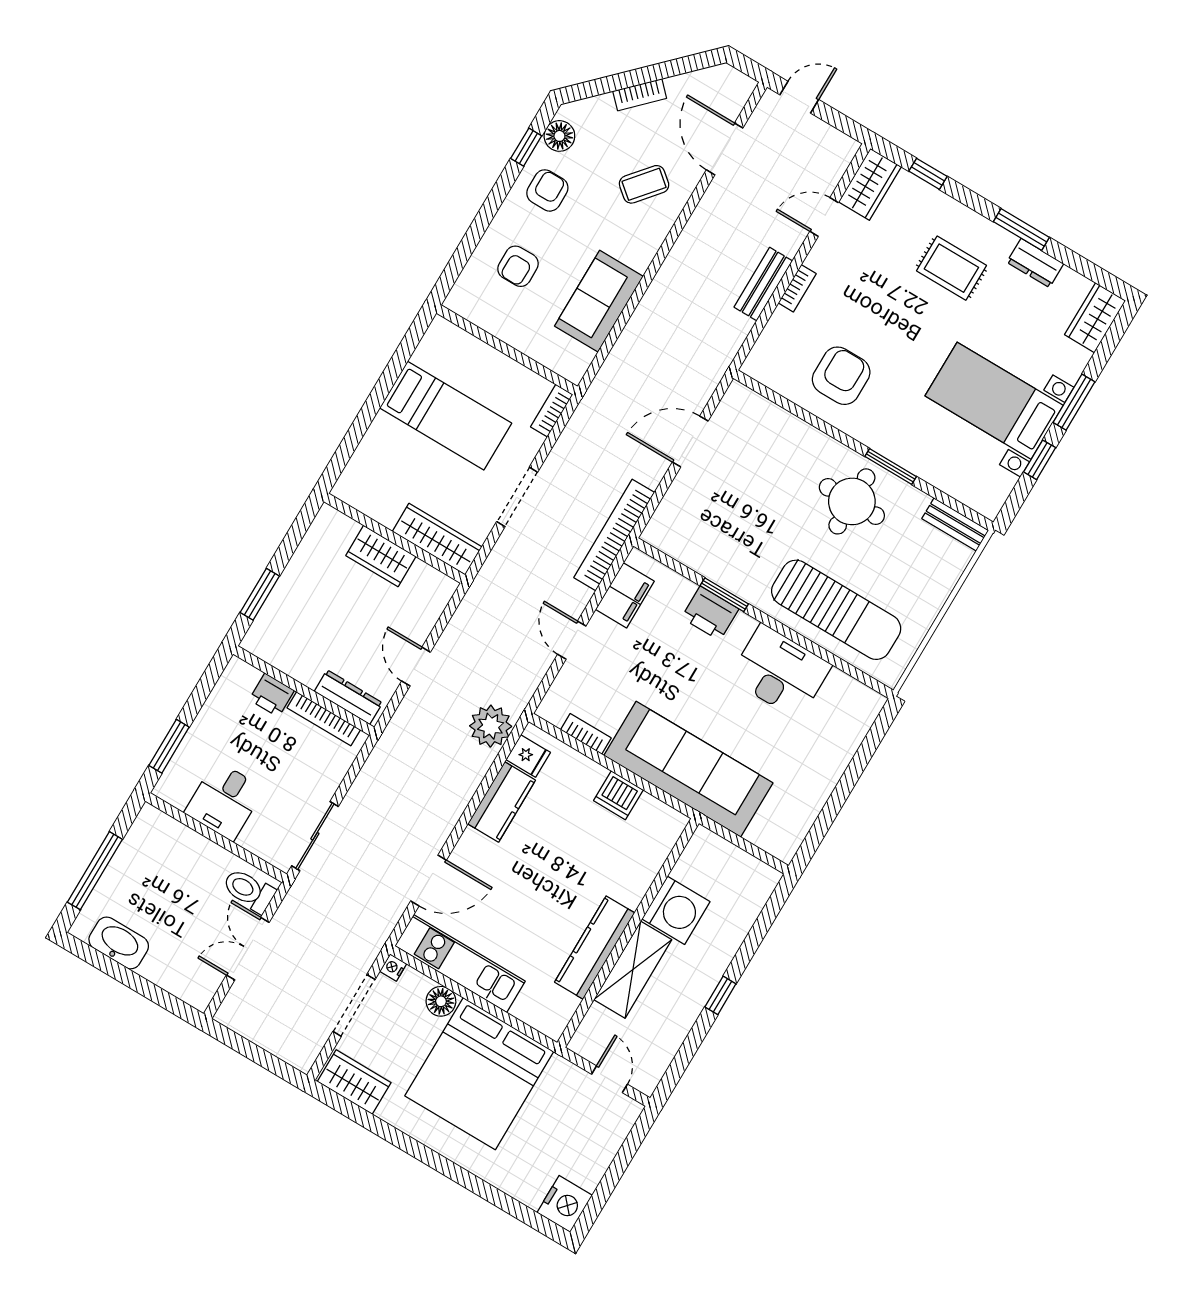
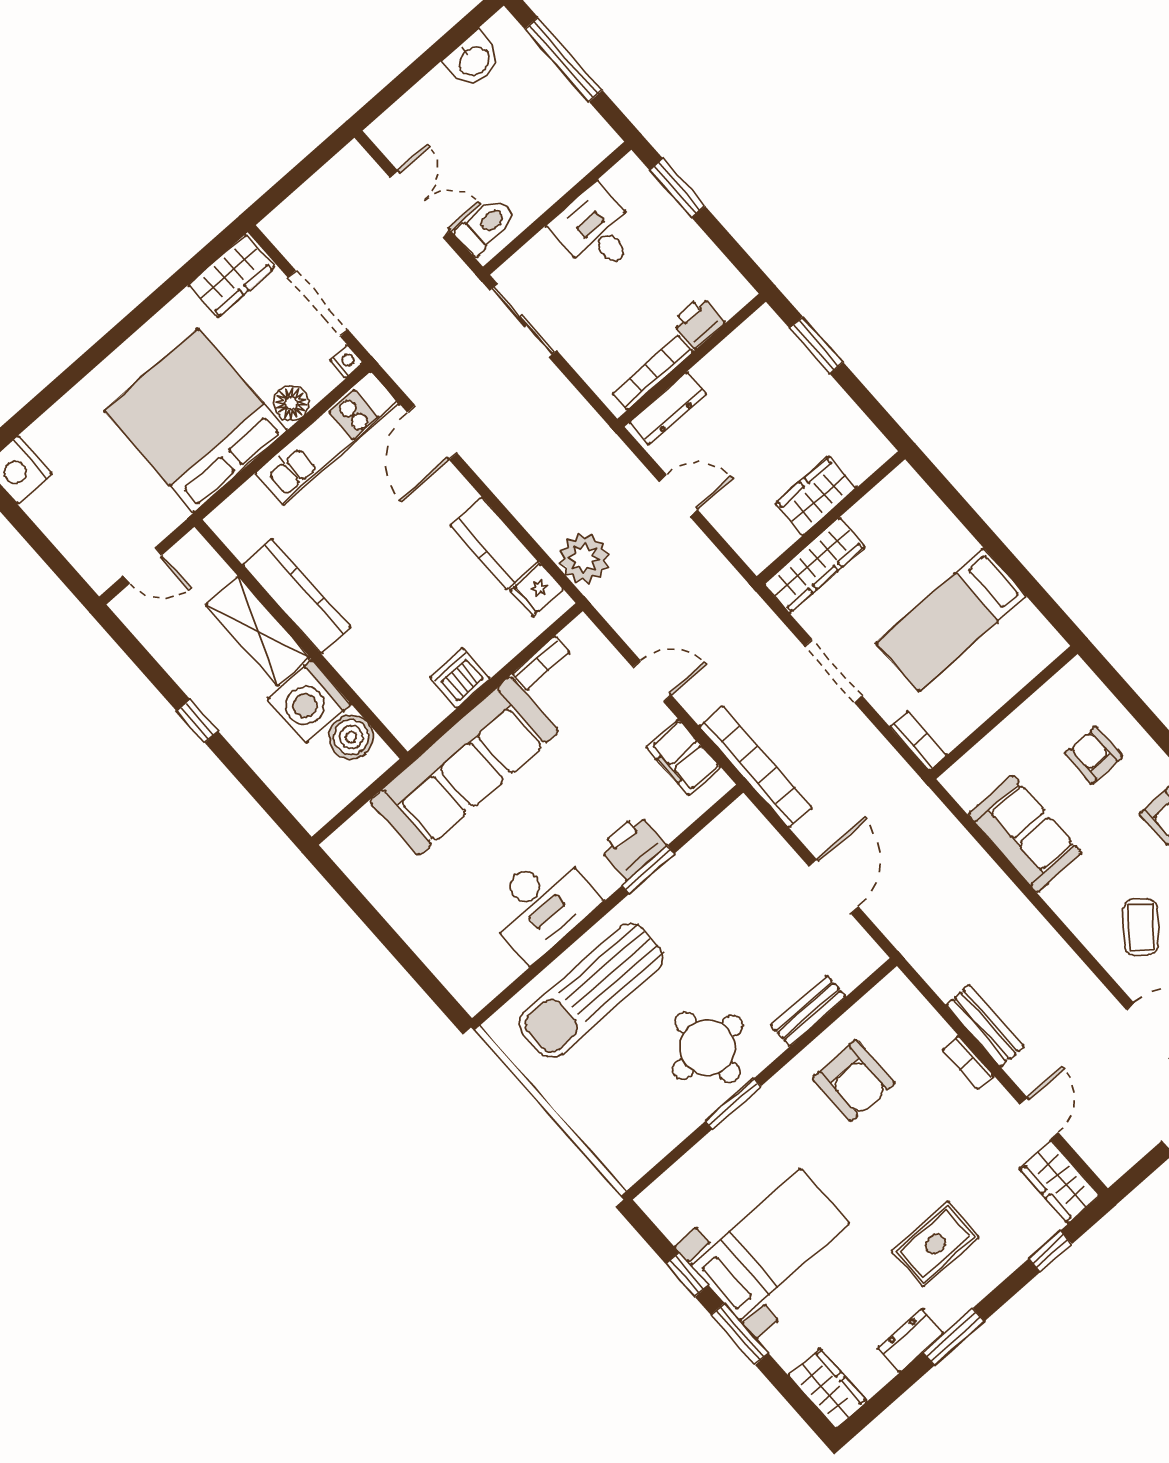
bench: (955, 524) -> (808, 1011), moved
boiler: (694, 868) -> (351, 737), added
washbasin: (119, 943) -> (473, 60), width x0.72

